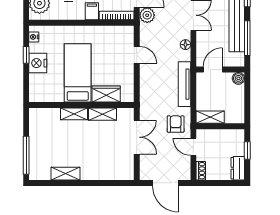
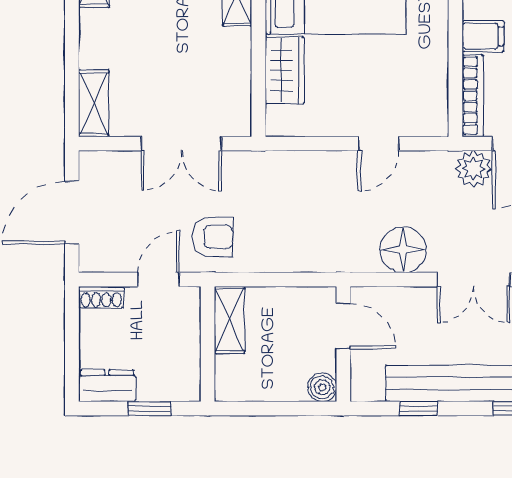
window: (247, 38) -> (419, 408), width x0.46
floor lamp: (185, 45) -> (403, 250), width x1.89, depth x1.89
tv unit: (184, 84) -> (309, 258), removed
shelving: (103, 114) -> (94, 104), moved

